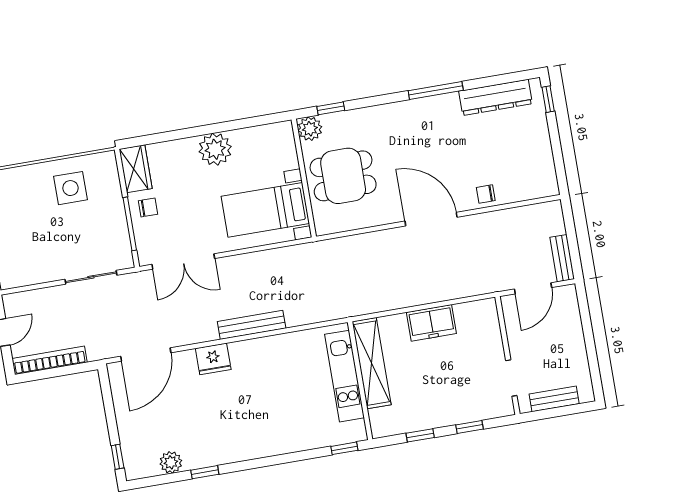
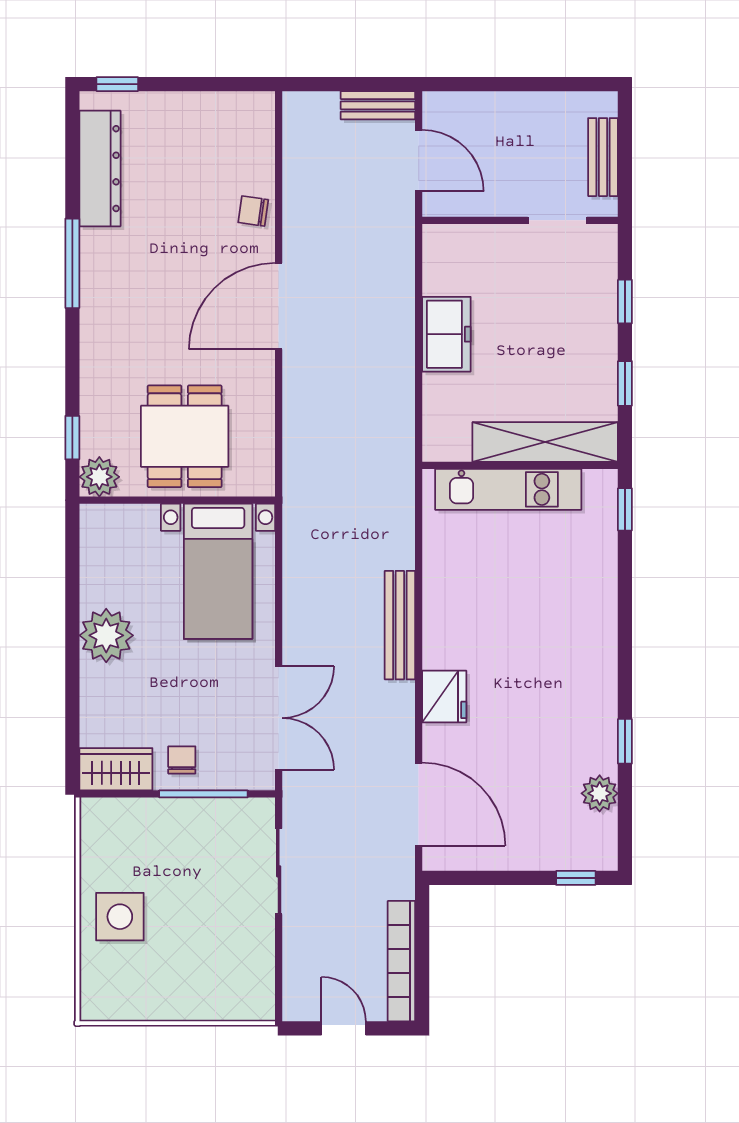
side table: (71, 188) -> (120, 917), moved
chair: (486, 194) -> (253, 211), turned 98
shelving: (372, 363) -> (545, 442), moved

